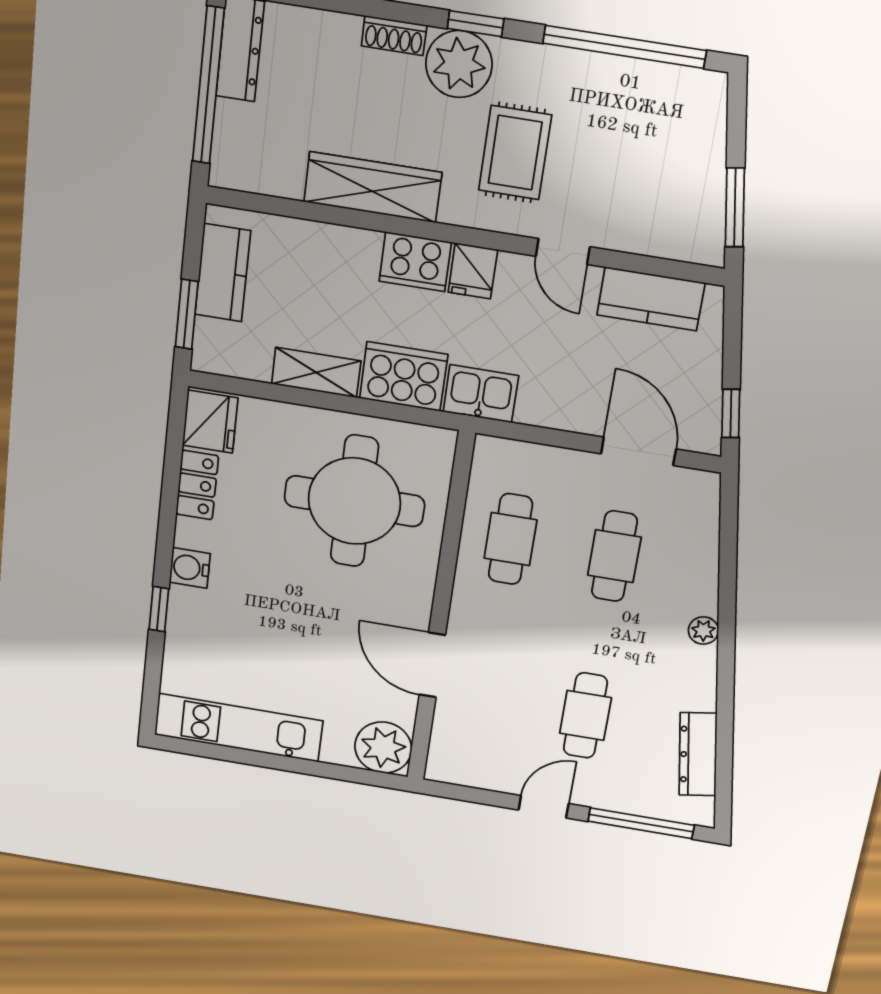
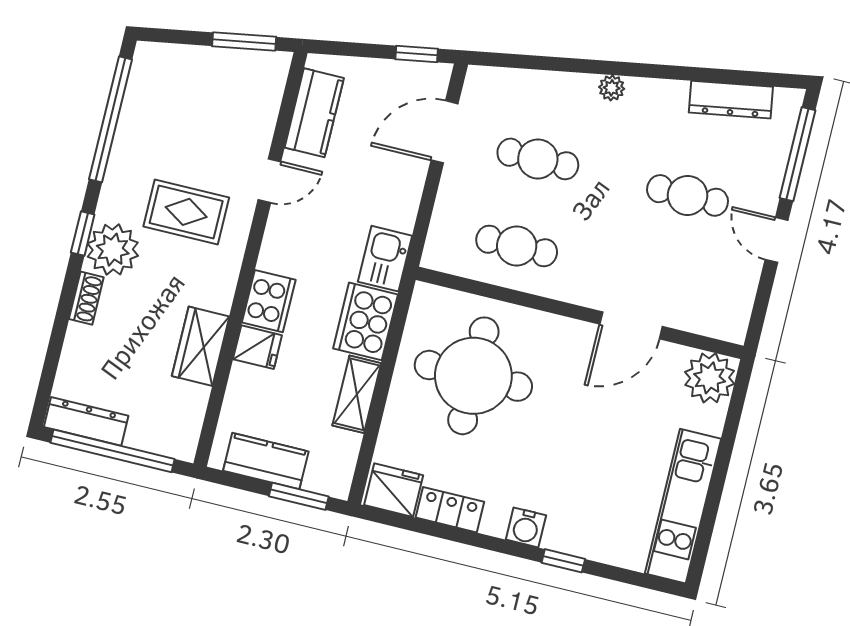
wardrobe: (373, 187) -> (201, 346), width x0.67
fridge: (473, 271) -> (257, 347), moved

